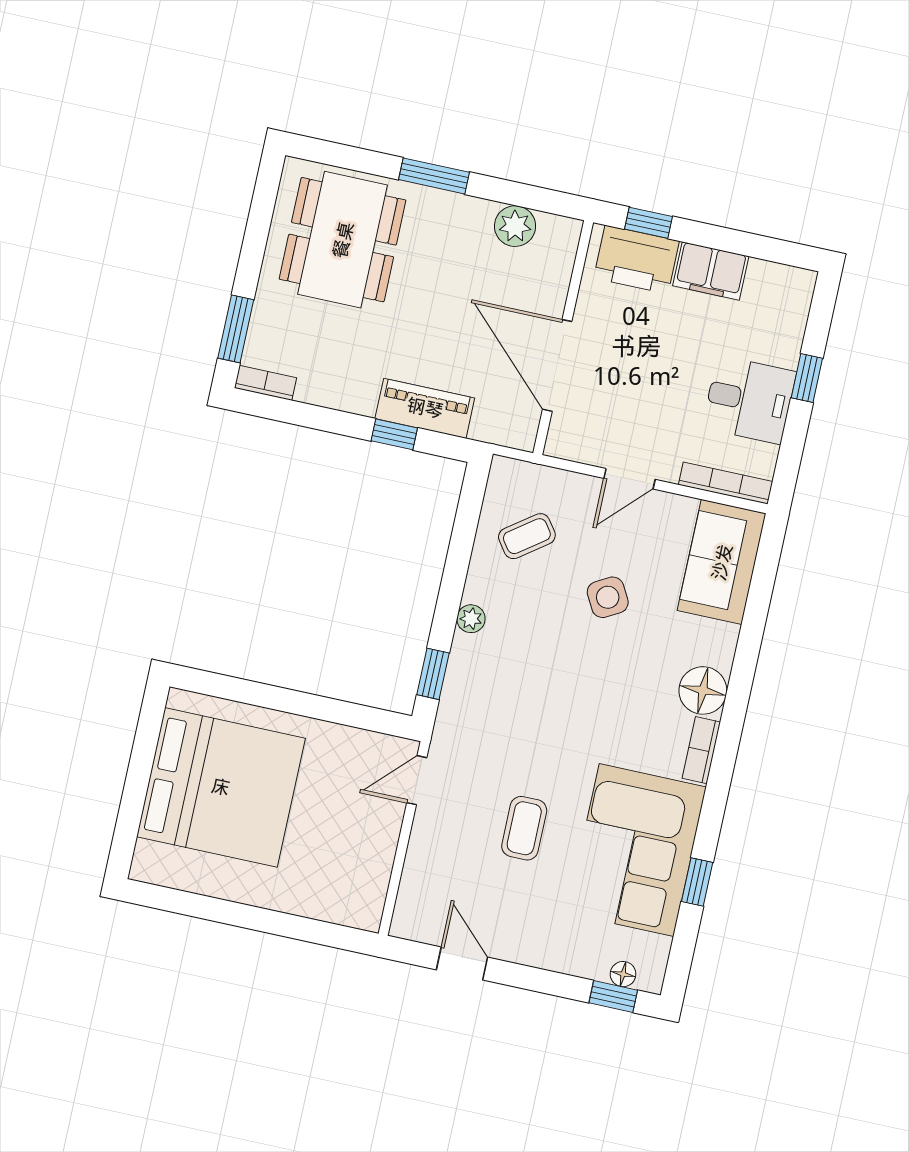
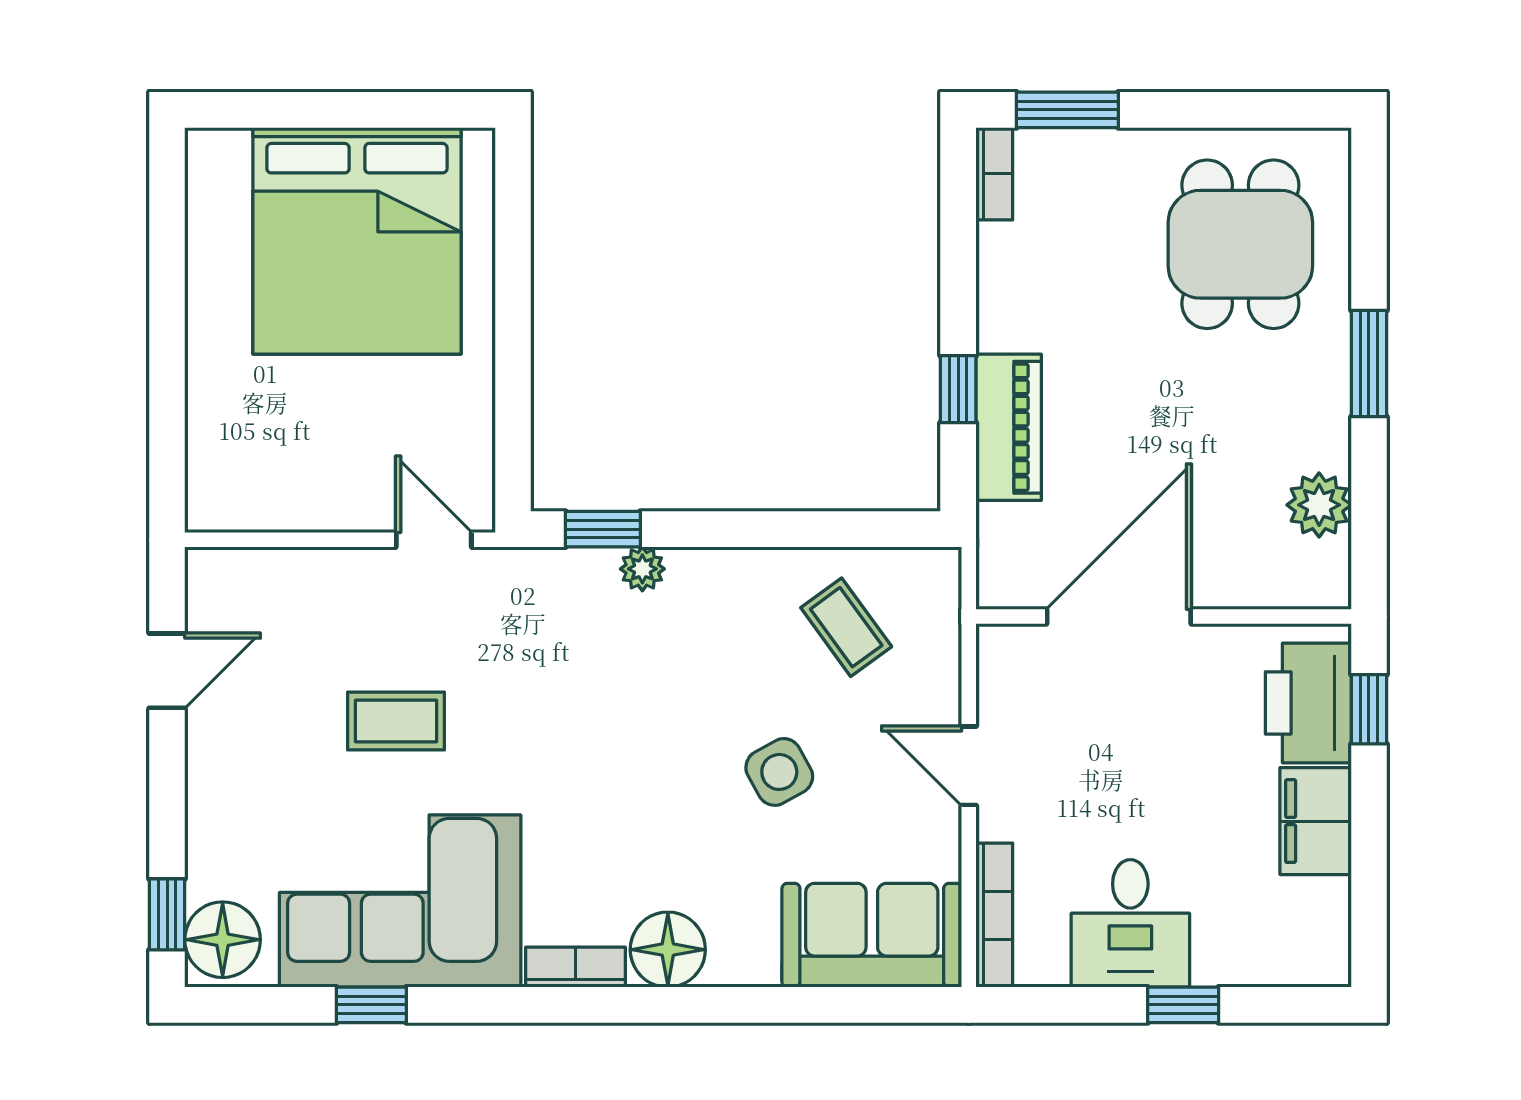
dining table: (343, 240) -> (1240, 244), width x0.73
plant: (471, 619) -> (642, 569), moved
floor lamp: (623, 974) -> (223, 940), width x1.89, depth x1.89

